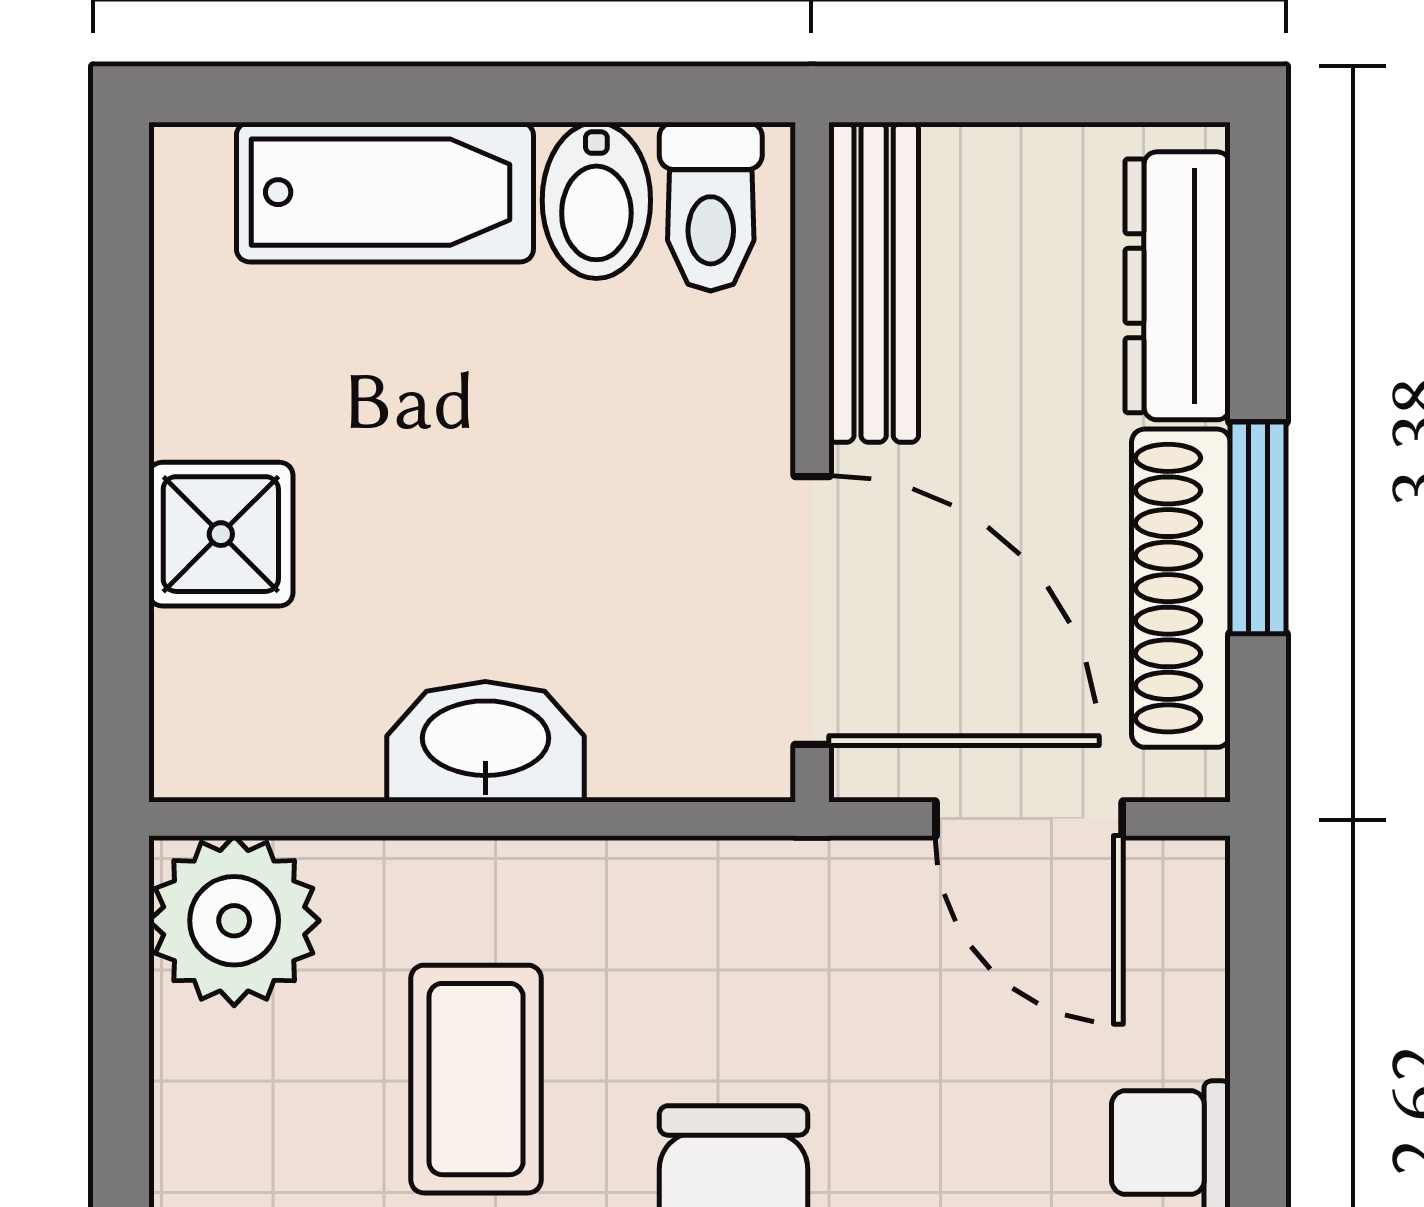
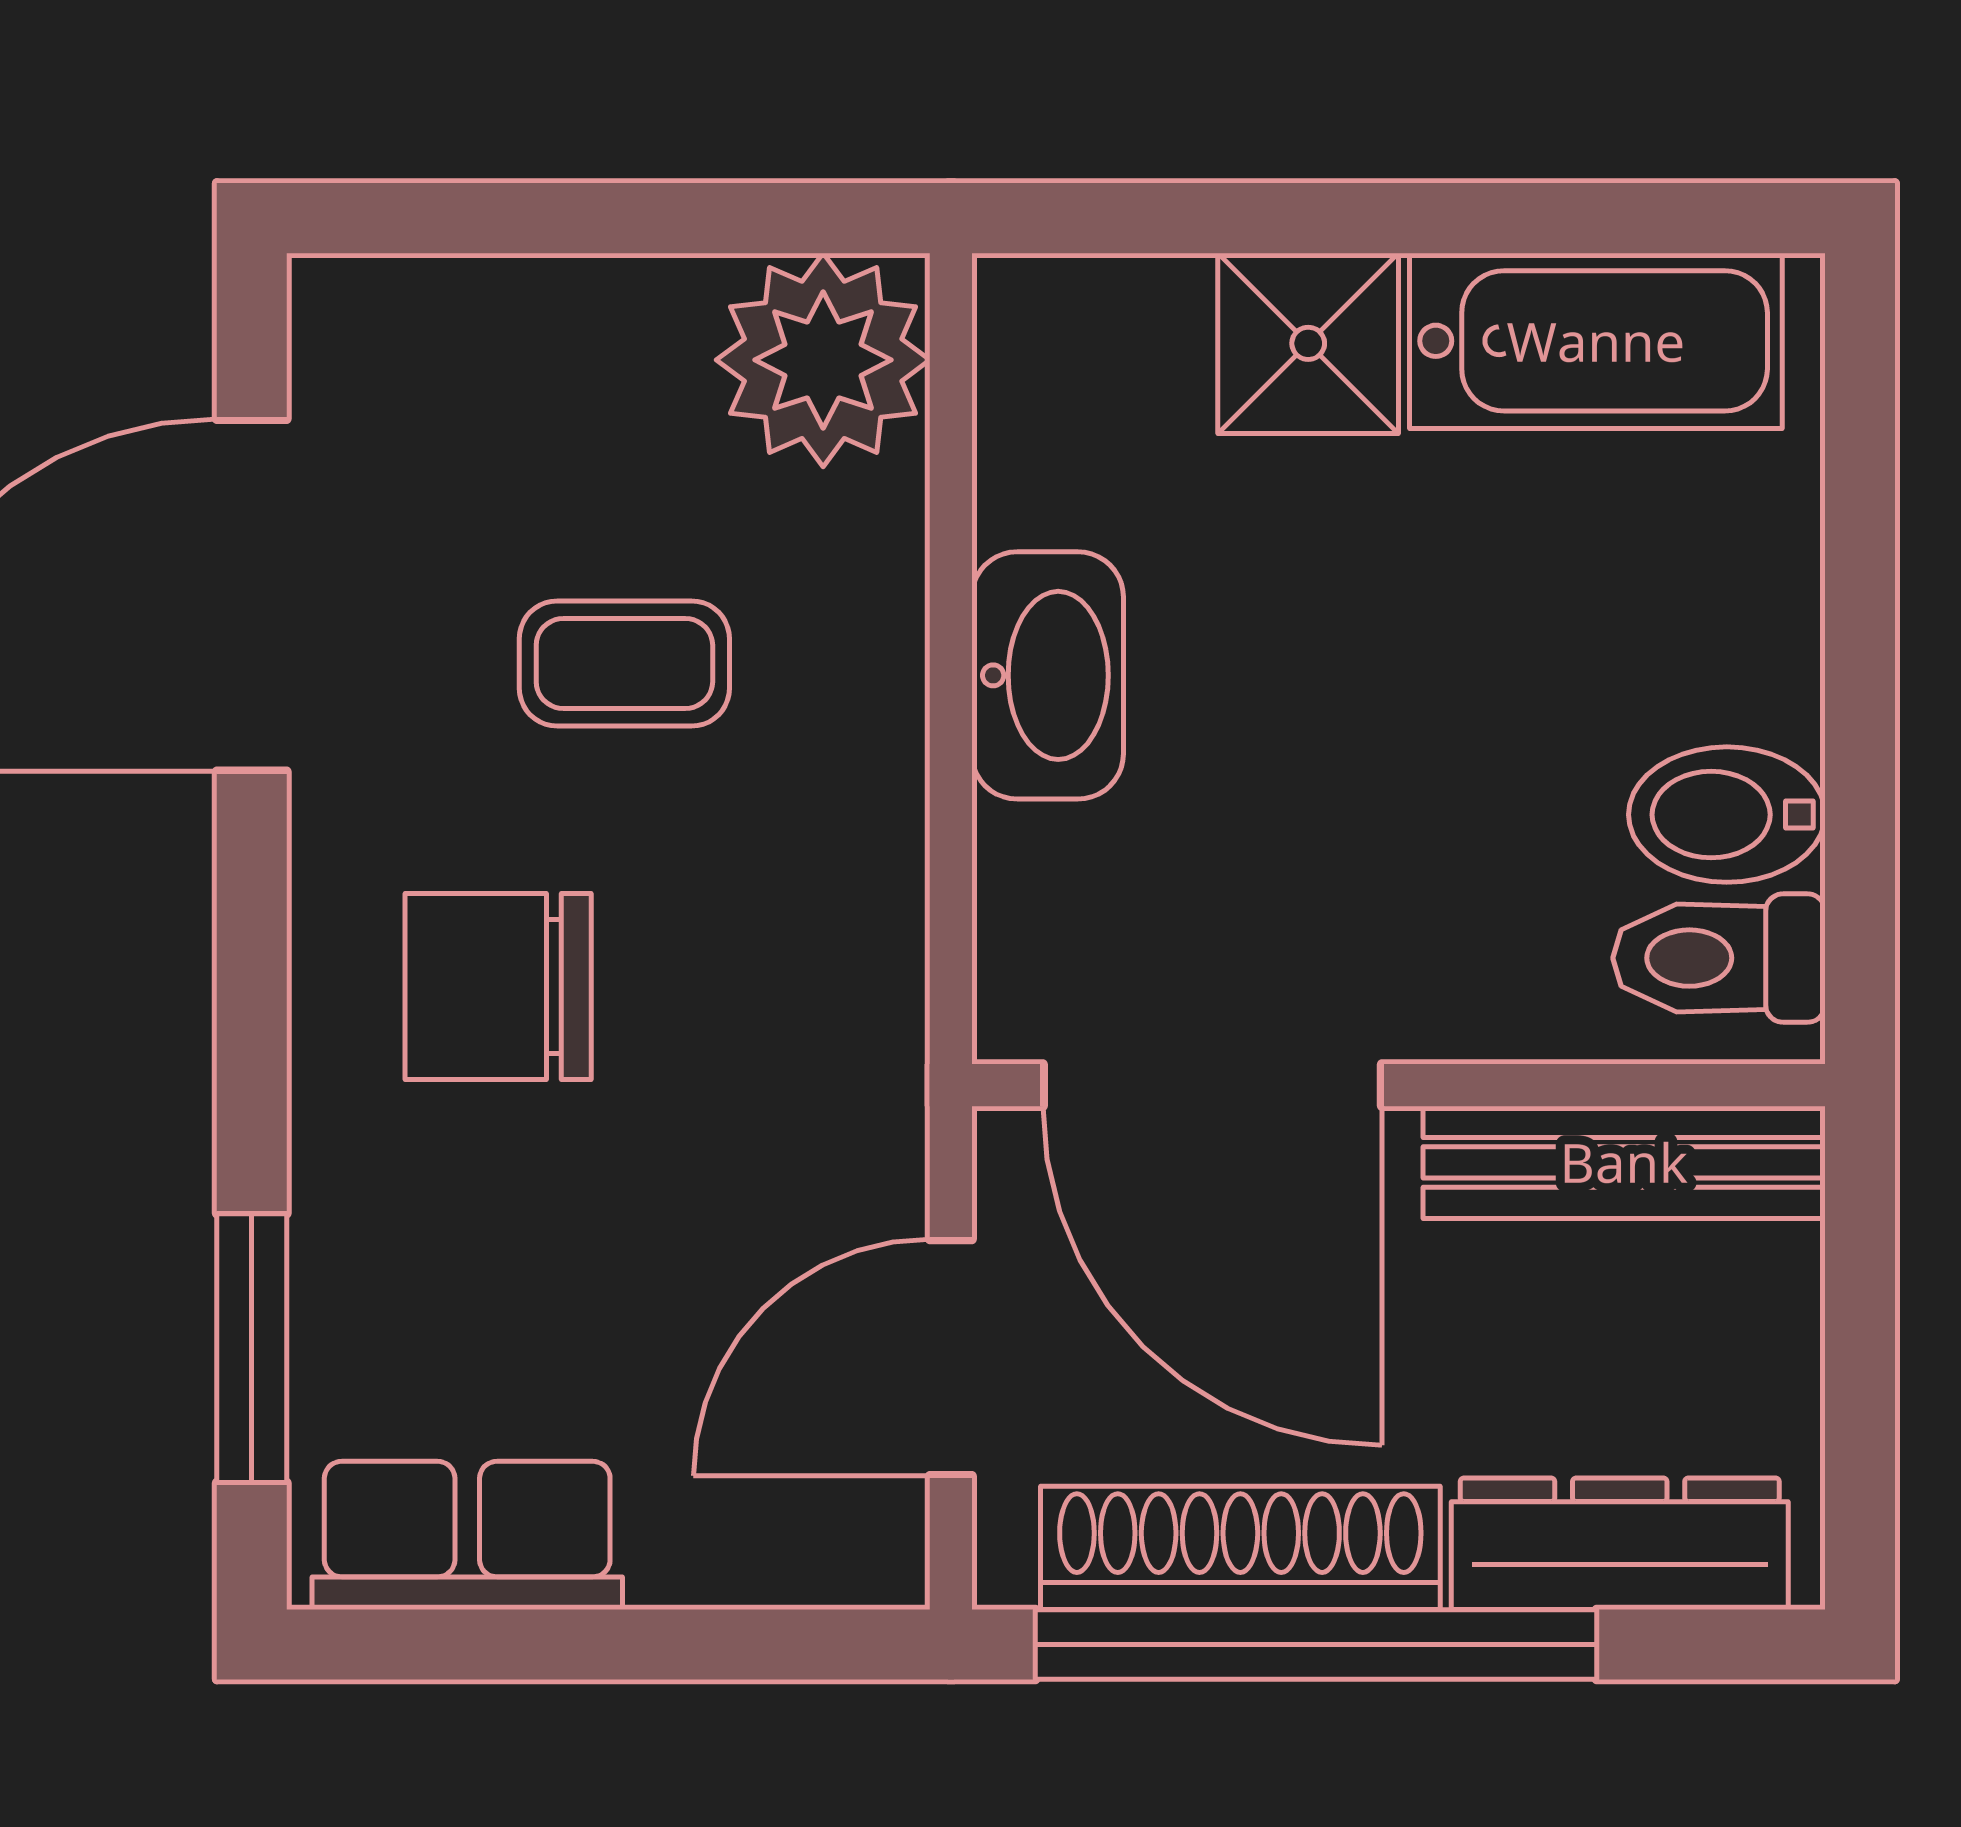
bathtub: (385, 192) -> (1596, 341), moved, turned -90
window: (1258, 528) -> (1316, 1645), width x2.11
door: (812, 610) -> (1212, 1085), hinge flipped
coffee table: (476, 1079) -> (624, 664), width x0.73, depth x0.77

